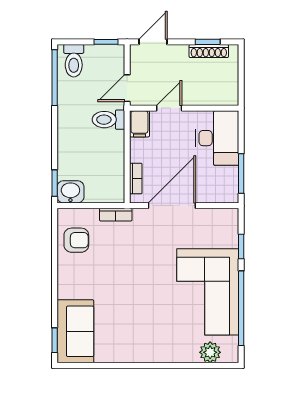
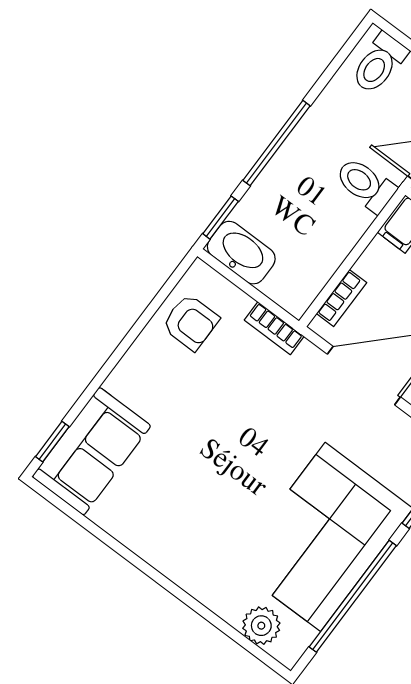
window: (55, 78) -> (276, 143), moved
washbasin: (70, 192) -> (241, 253), width x1.38

